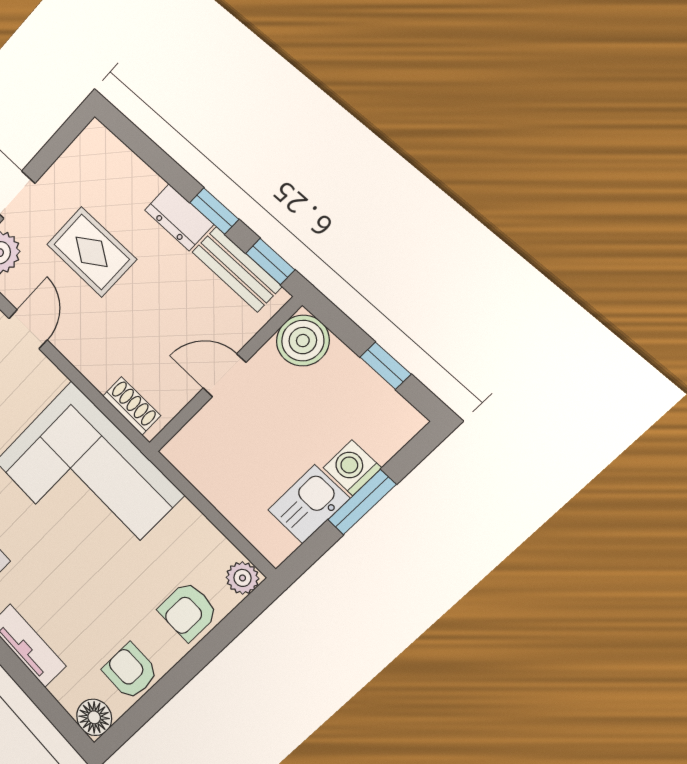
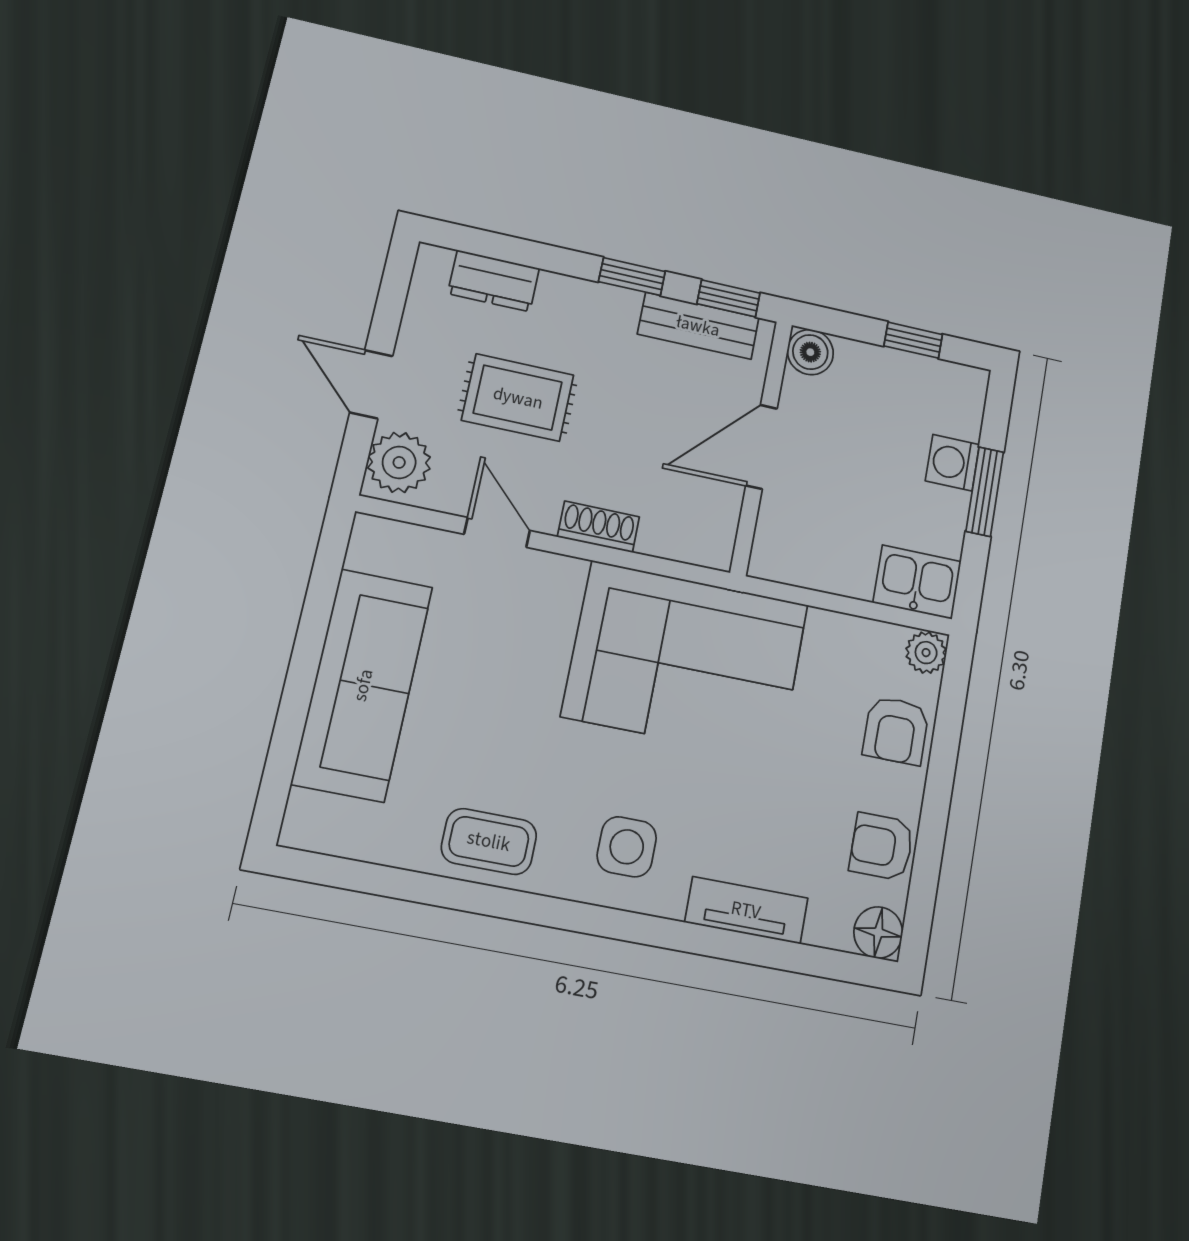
dresser: (179, 217) -> (494, 281), moved
boiler: (303, 341) -> (810, 352), width x0.73, depth x0.73
door: (225, 375) -> (761, 447), width x1.38
shoe rack: (132, 406) -> (598, 527), moved
kitchen sink: (309, 504) -> (917, 582), moved, turned 90

